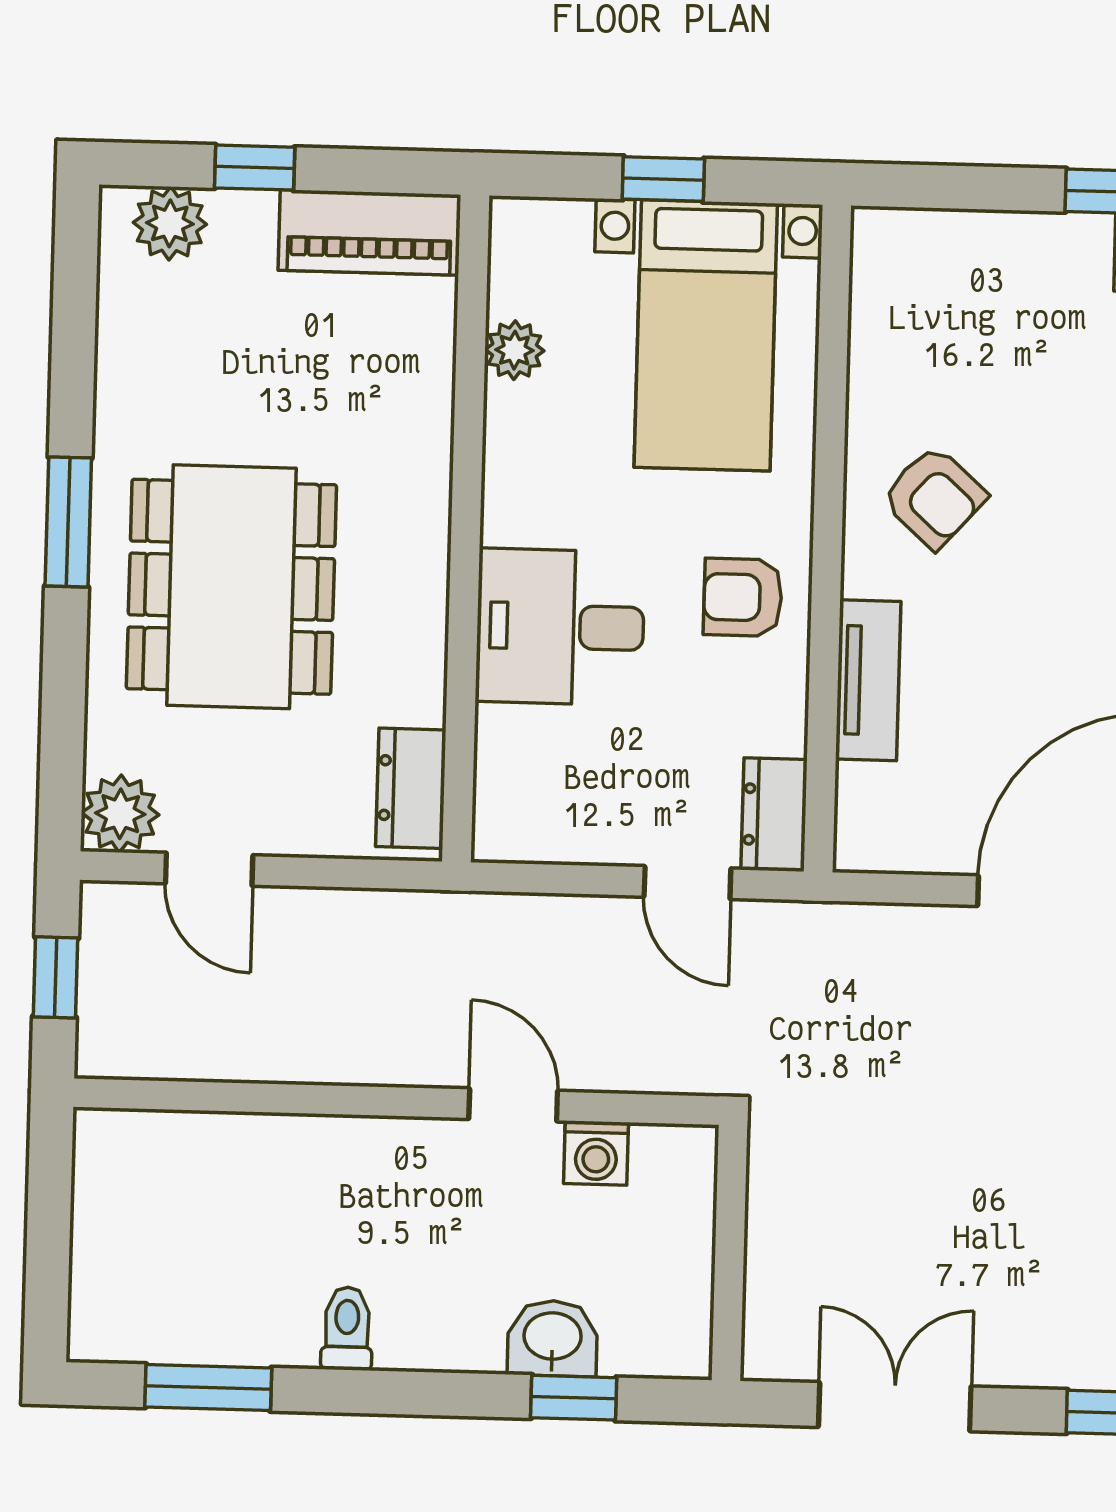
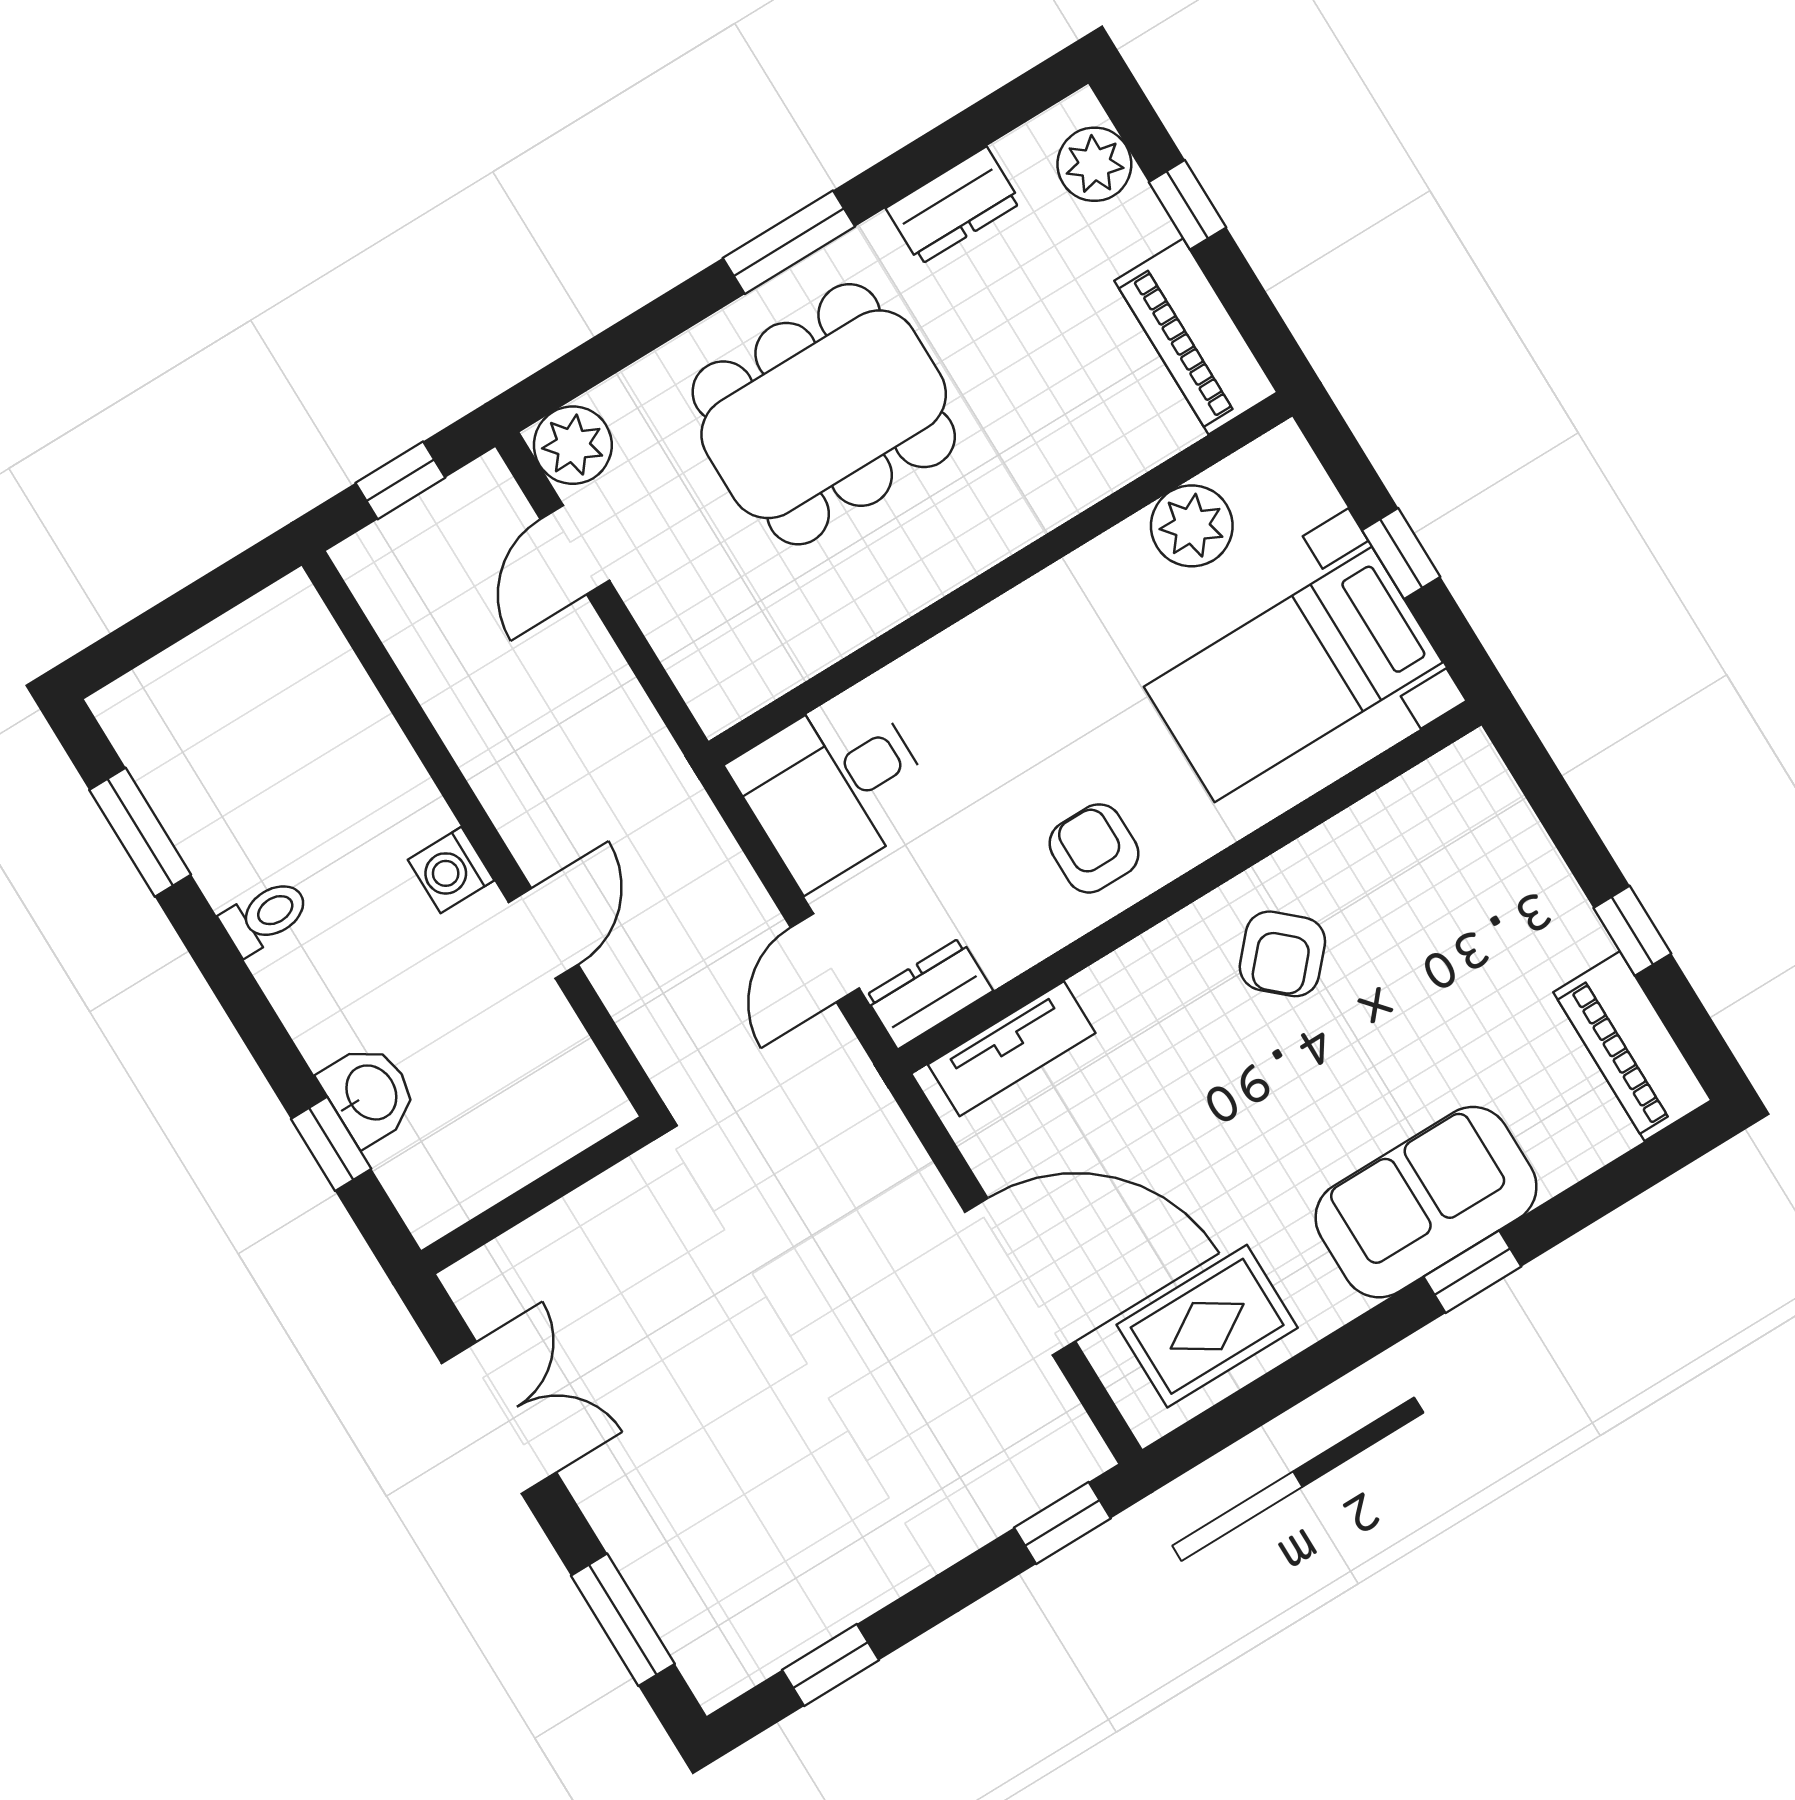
plant: (514, 350) -> (1192, 526), width x1.38, depth x1.38
desk: (560, 627) -> (834, 787), moved, turned -90
tv unit: (868, 680) -> (1012, 1049), moved
dresser: (411, 788) -> (953, 206), moved, turned 180
washing machine: (596, 1153) -> (451, 870), moved

